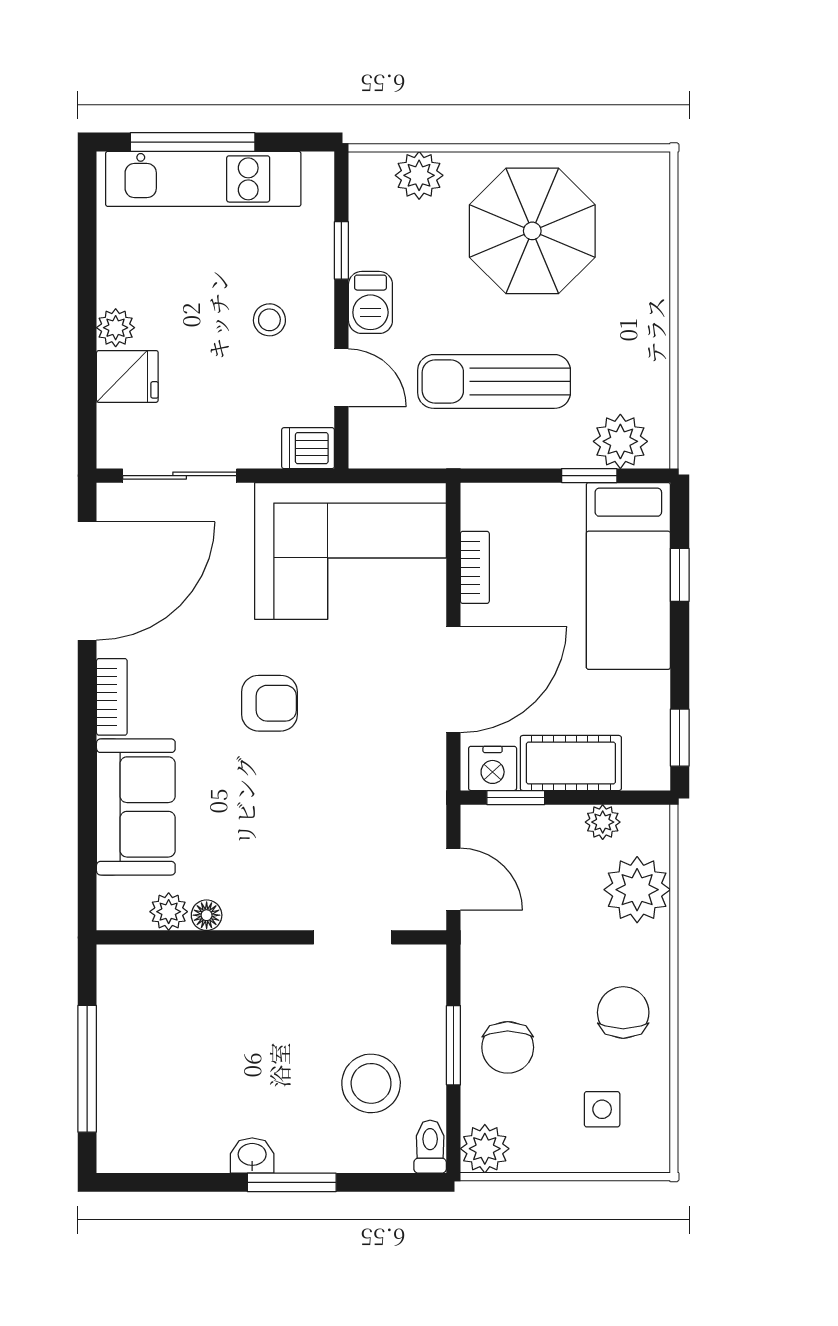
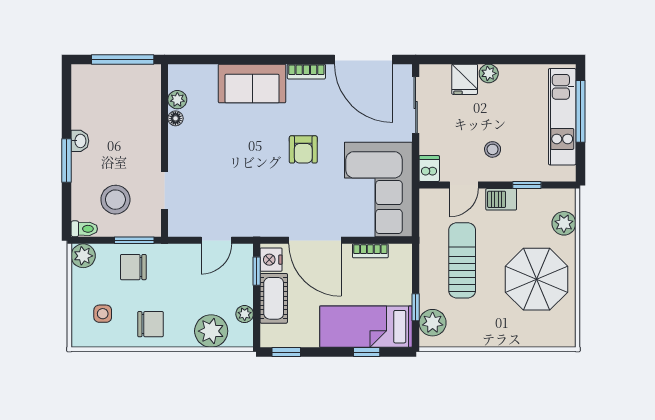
plant: (169, 912) -> (177, 100), moved
floor lamp: (207, 915) -> (175, 118), moved
wall: (271, 937) -> (164, 150), moved
doorway: (353, 937) -> (164, 190), moved

